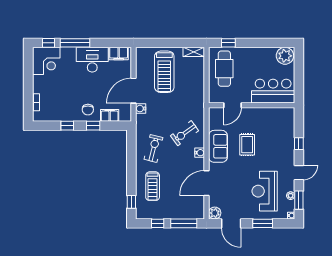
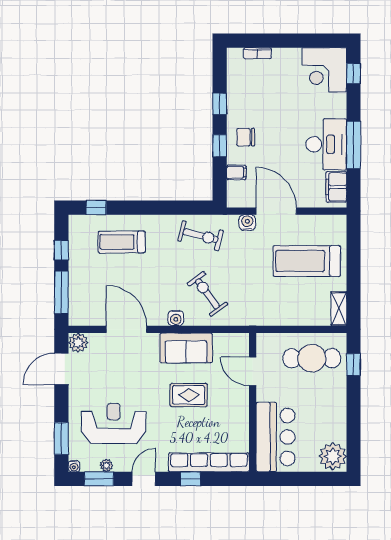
window: (75, 43) -> (354, 145), moved
filing cabinet: (110, 115) -> (236, 172), width x0.50
row of seats: (289, 132) -> (209, 462), added
exercise bike: (154, 148) -> (201, 236), moved
door: (299, 173) -> (144, 479), swing flipped
window: (263, 223) -> (61, 439), moved

